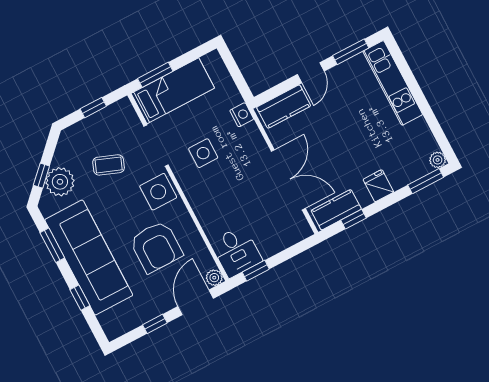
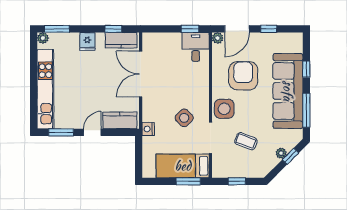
kitchen unit: (393, 83) -> (45, 89), width x1.36
side table: (203, 153) -> (184, 118), turned 45
plant: (60, 182) -> (281, 153), width x0.53, depth x0.53
window: (52, 245) -> (306, 110), width x1.44

